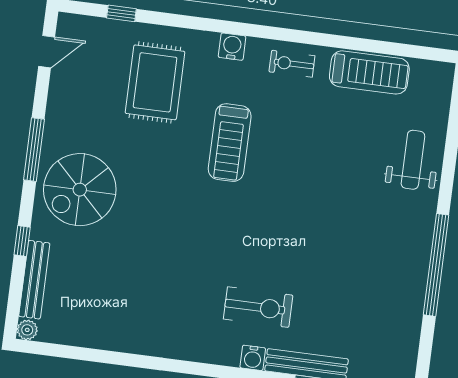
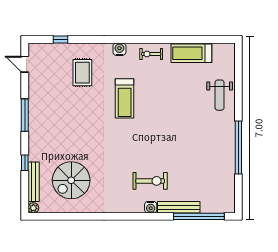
door: (47, 52) -> (25, 64), swing flipped
treadmill: (369, 72) -> (191, 53), turned 180
rug: (155, 82) -> (82, 73), width x0.73, depth x0.70
weight bench: (413, 160) -> (220, 95), turned 180
spiral stairs: (80, 190) -> (71, 180), moved

